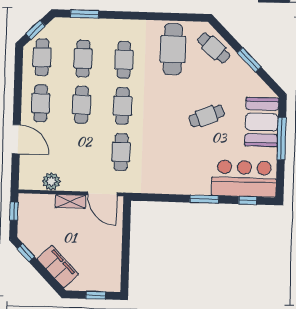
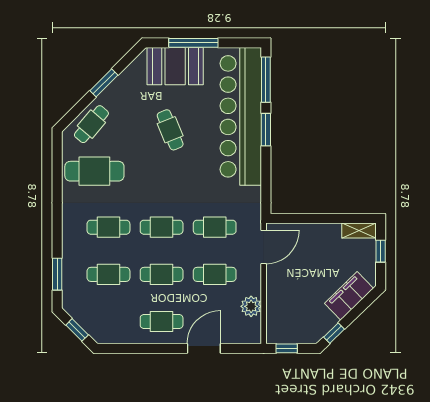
cafe table: (42, 57) -> (215, 274), moved
bar counter: (244, 179) -> (241, 116), width x1.86
window: (248, 200) -> (266, 80), width x2.17
shelving: (70, 201) -> (359, 230), moved, turned 90

